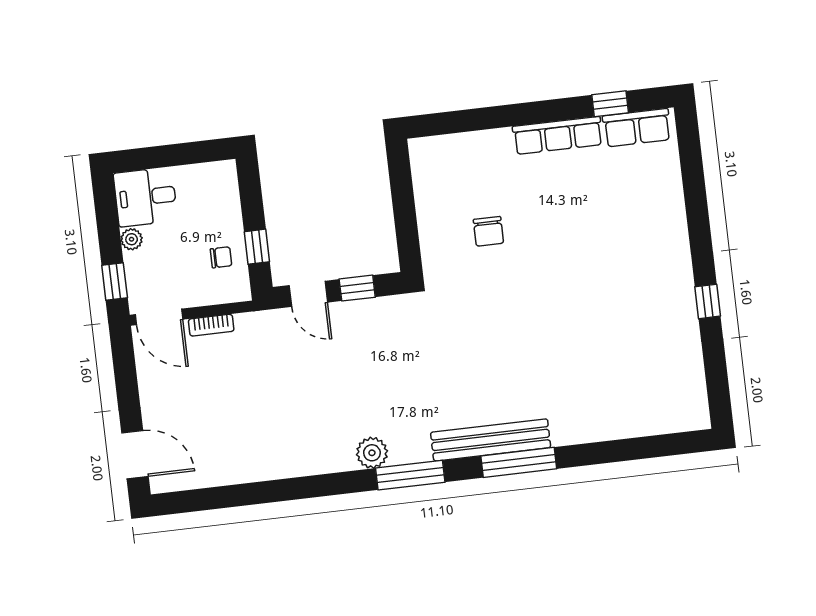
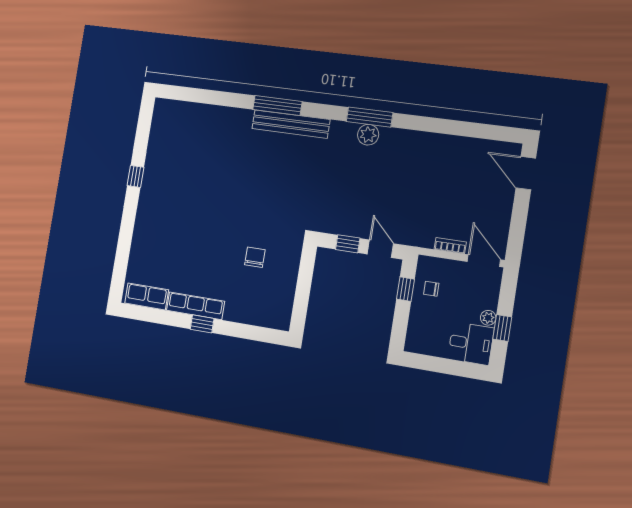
window: (610, 104) -> (202, 324), moved
window: (115, 282) -> (502, 328), moved
window: (410, 475) -> (369, 117), moved

